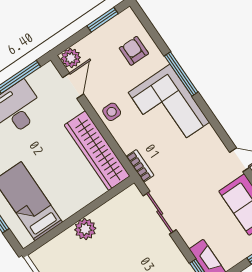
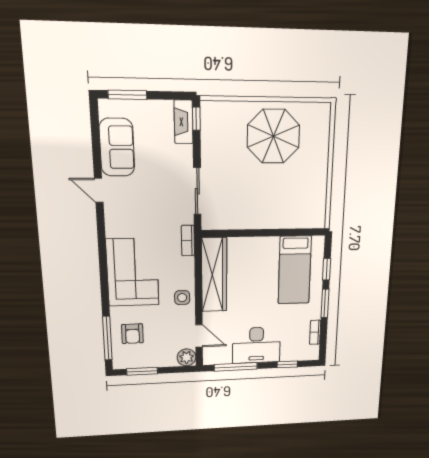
window: (181, 74) -> (107, 338), moved
door: (73, 86) -> (199, 336), swing flipped
plant: (85, 229) -> (267, 219), removed

